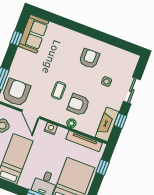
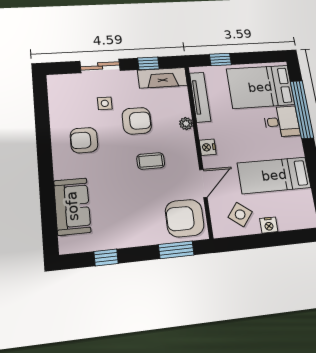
sofa: (33, 34) -> (72, 206), moved, turned 90
armchair: (78, 105) -> (137, 121), moved, turned -90

